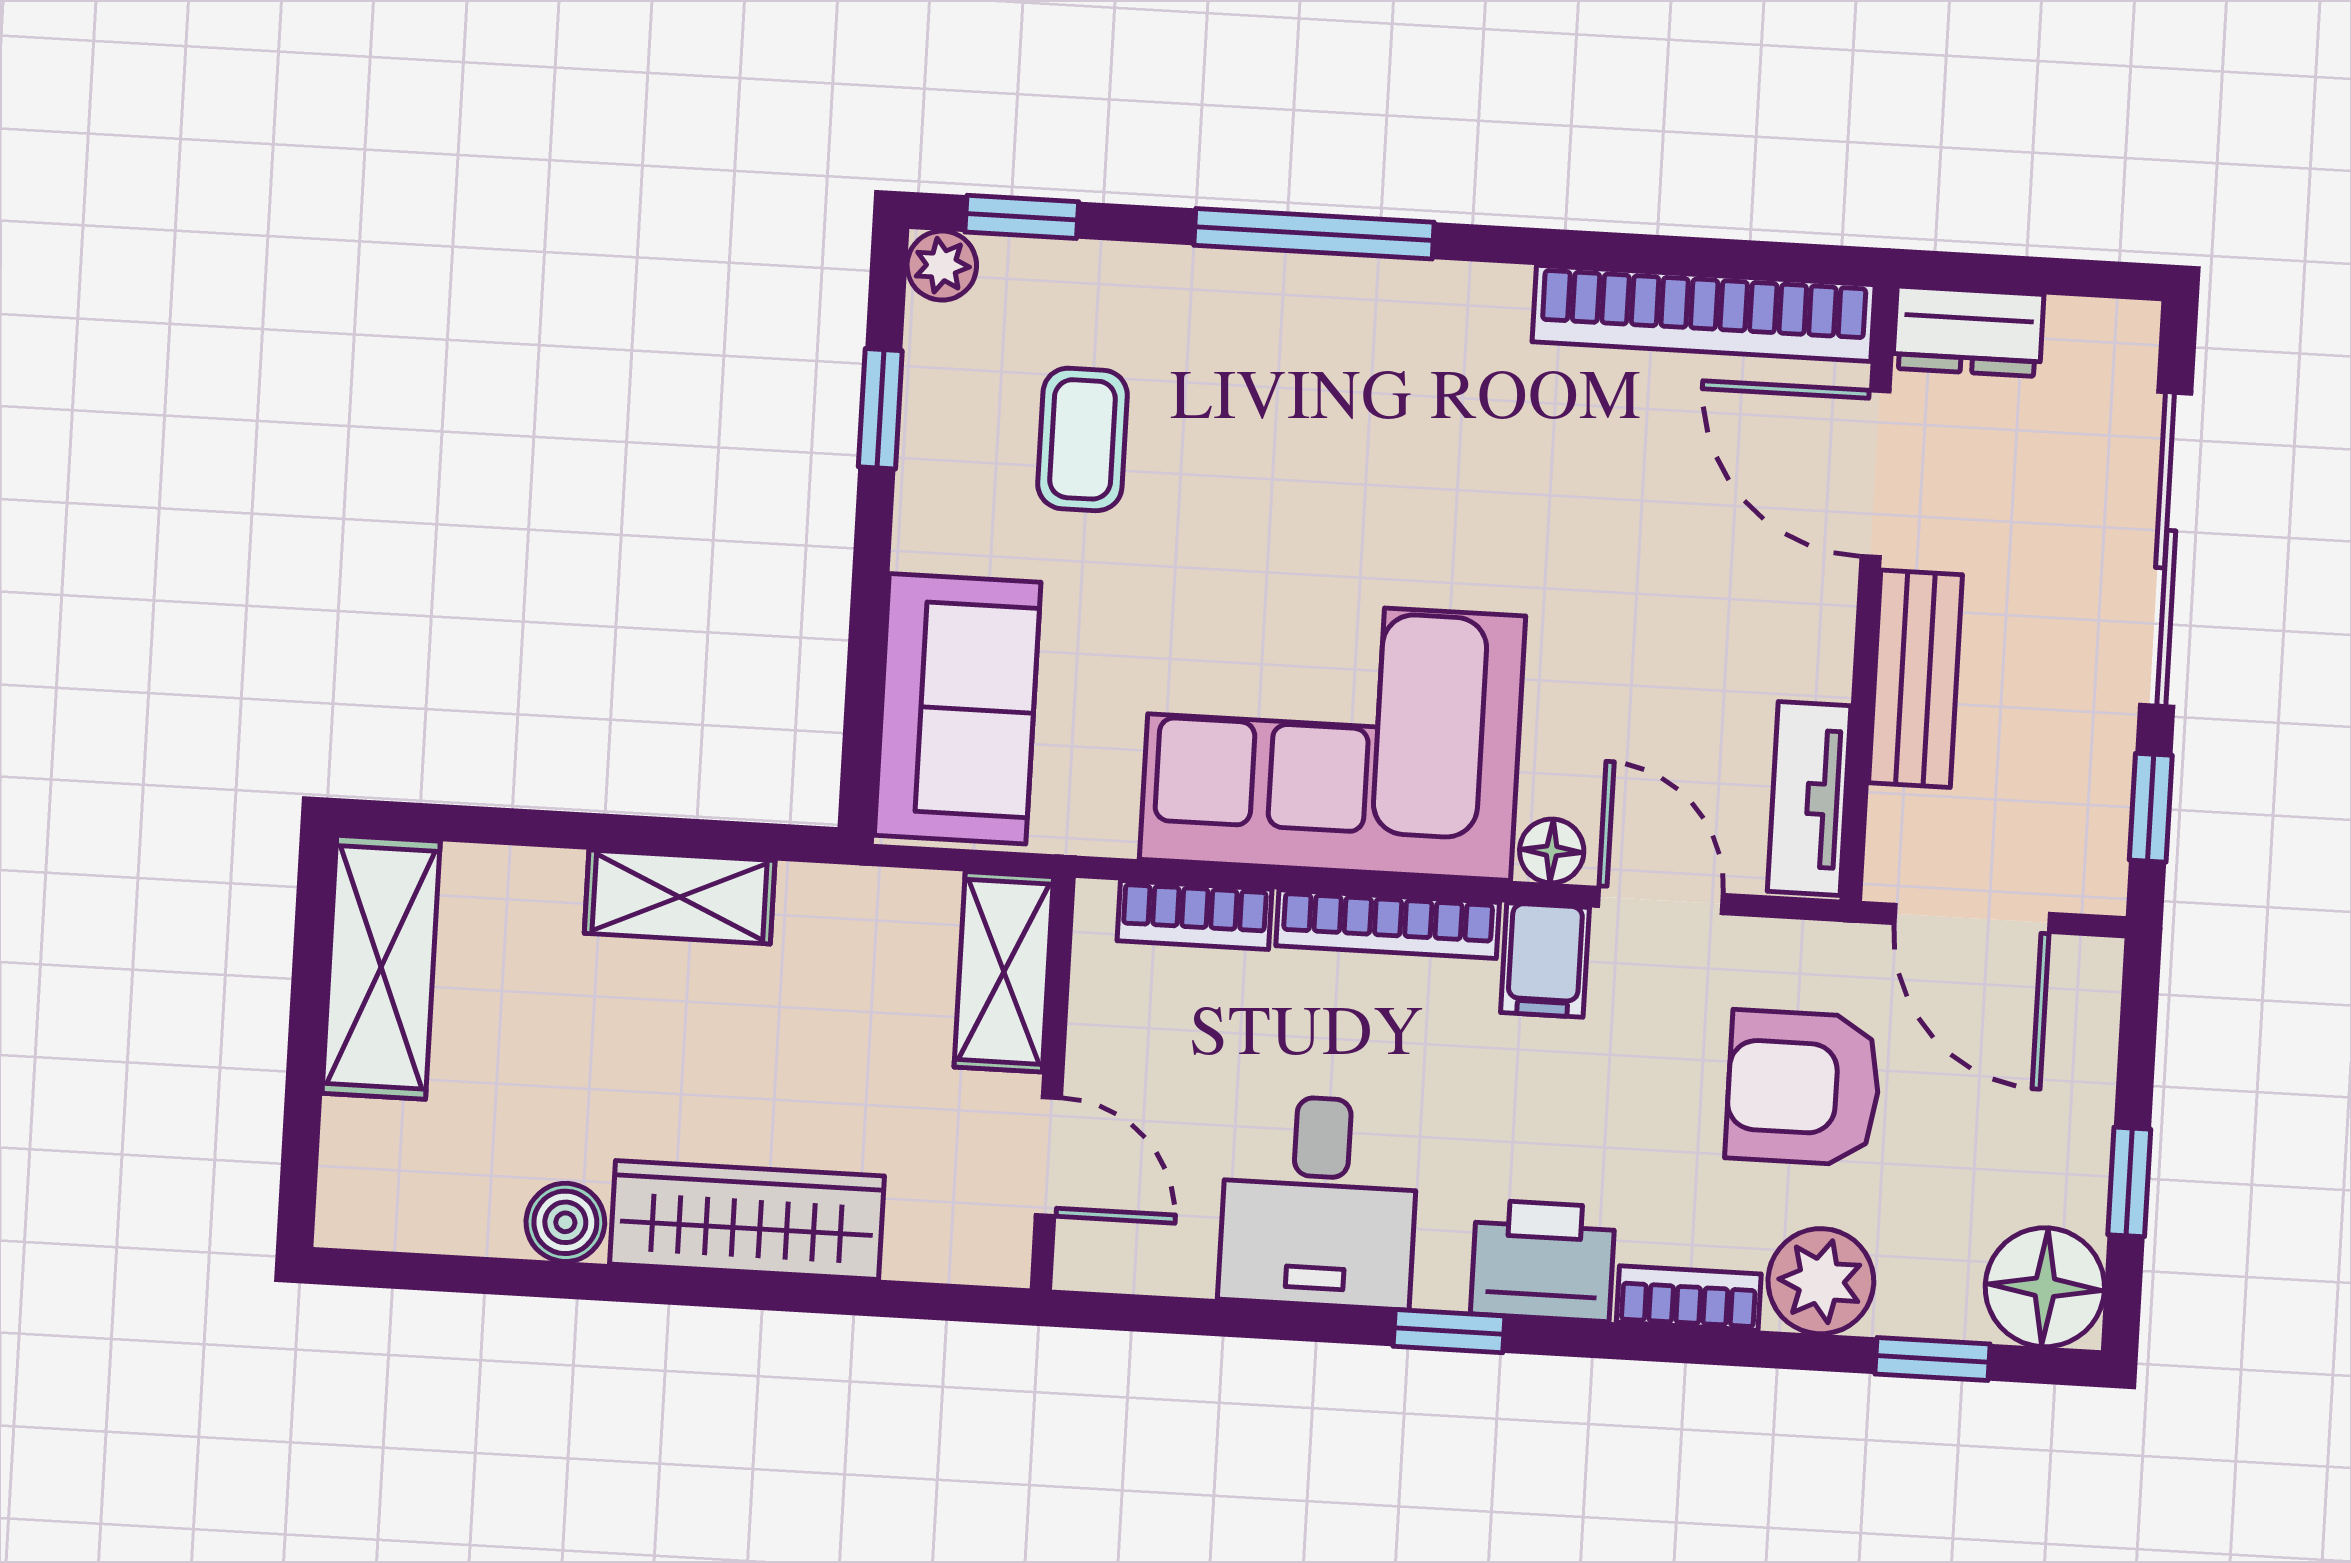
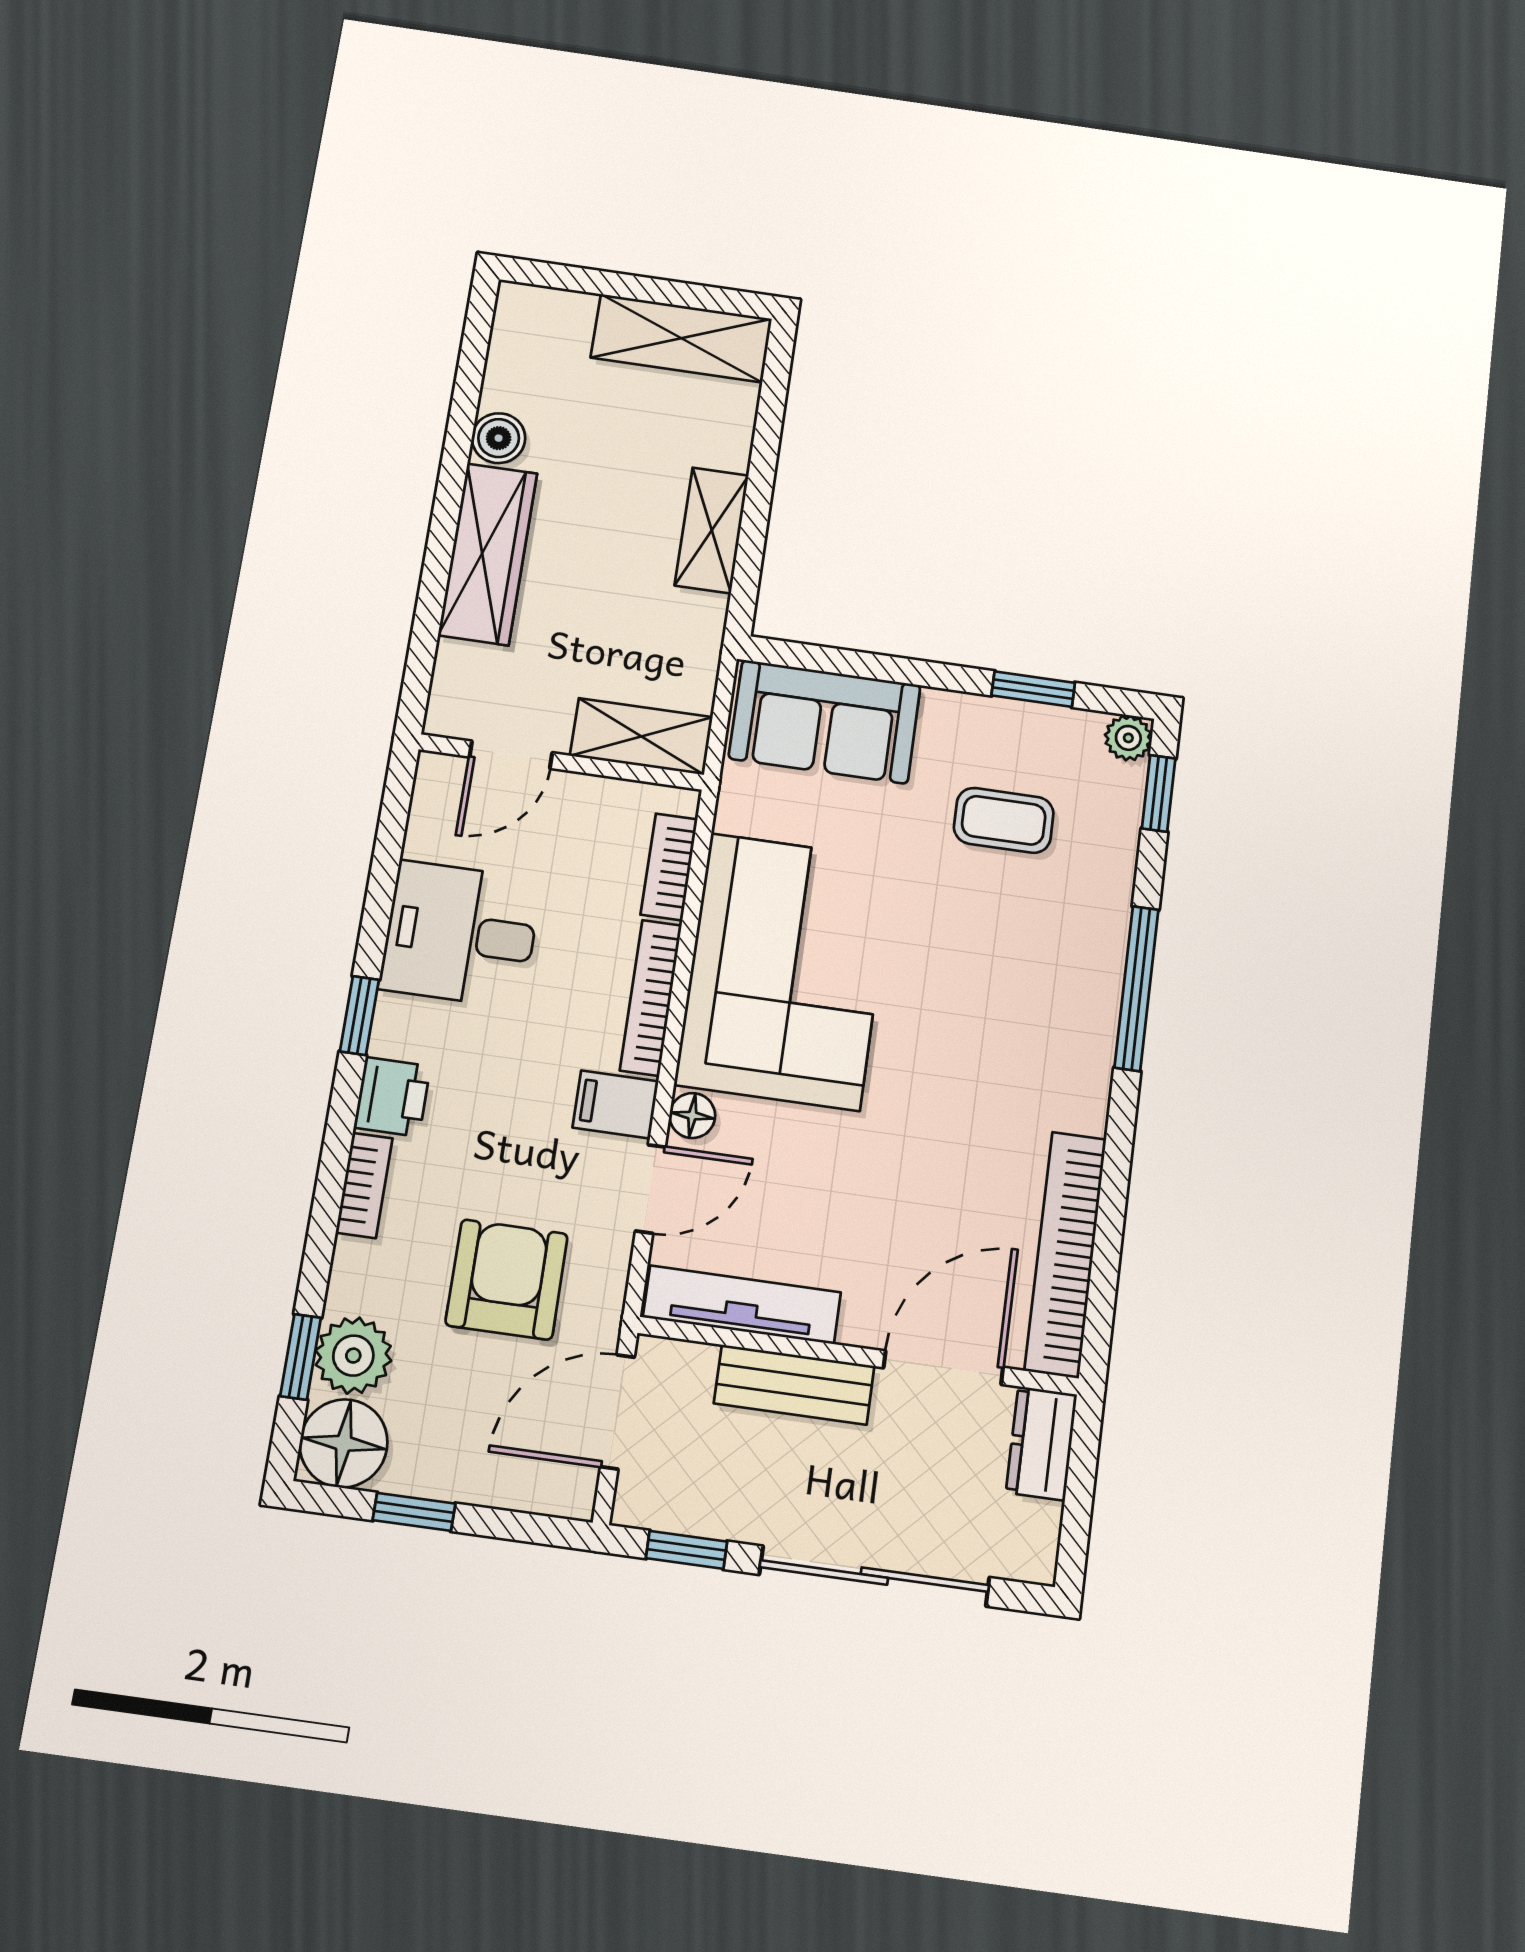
tv unit: (1809, 798) -> (742, 1305), width x1.41
printer: (1543, 1261) -> (392, 1097), width x0.73, depth x0.81
plant: (1821, 1281) -> (353, 1356), moved

